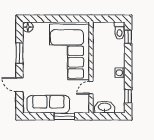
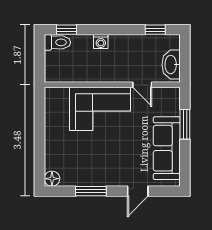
corner sofa: (70, 52) -> (100, 109), width x0.73, depth x0.74
washing machine: (120, 73) -> (101, 42), moved

